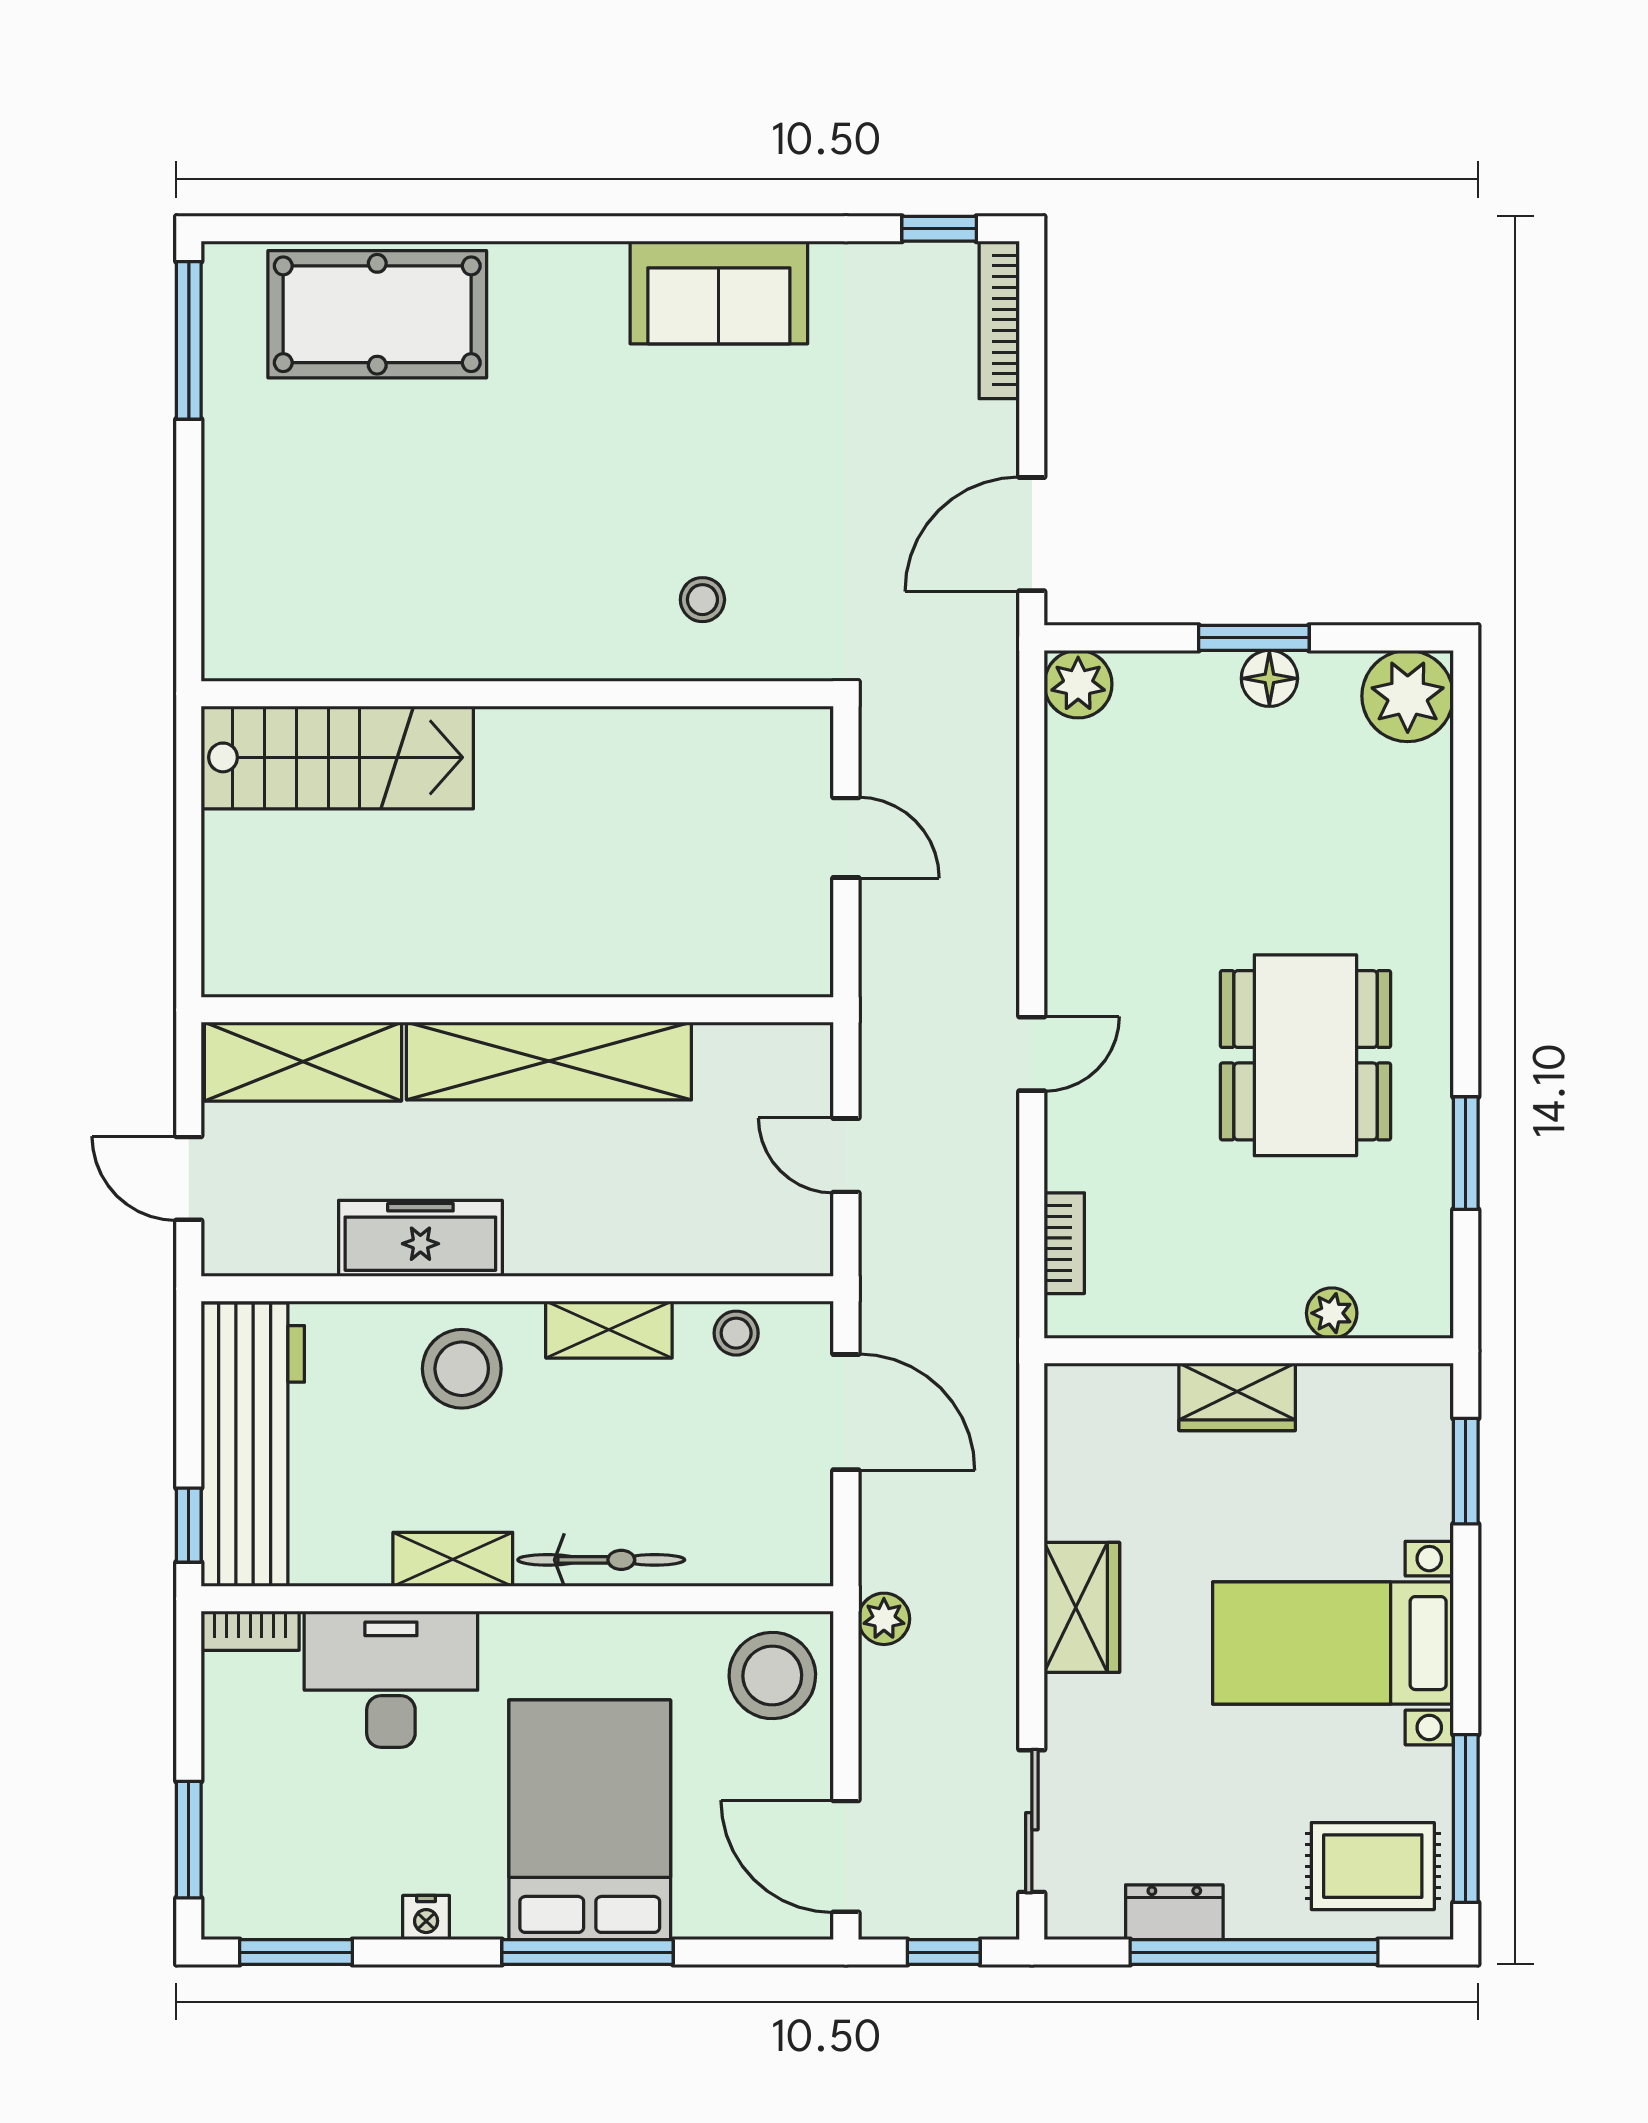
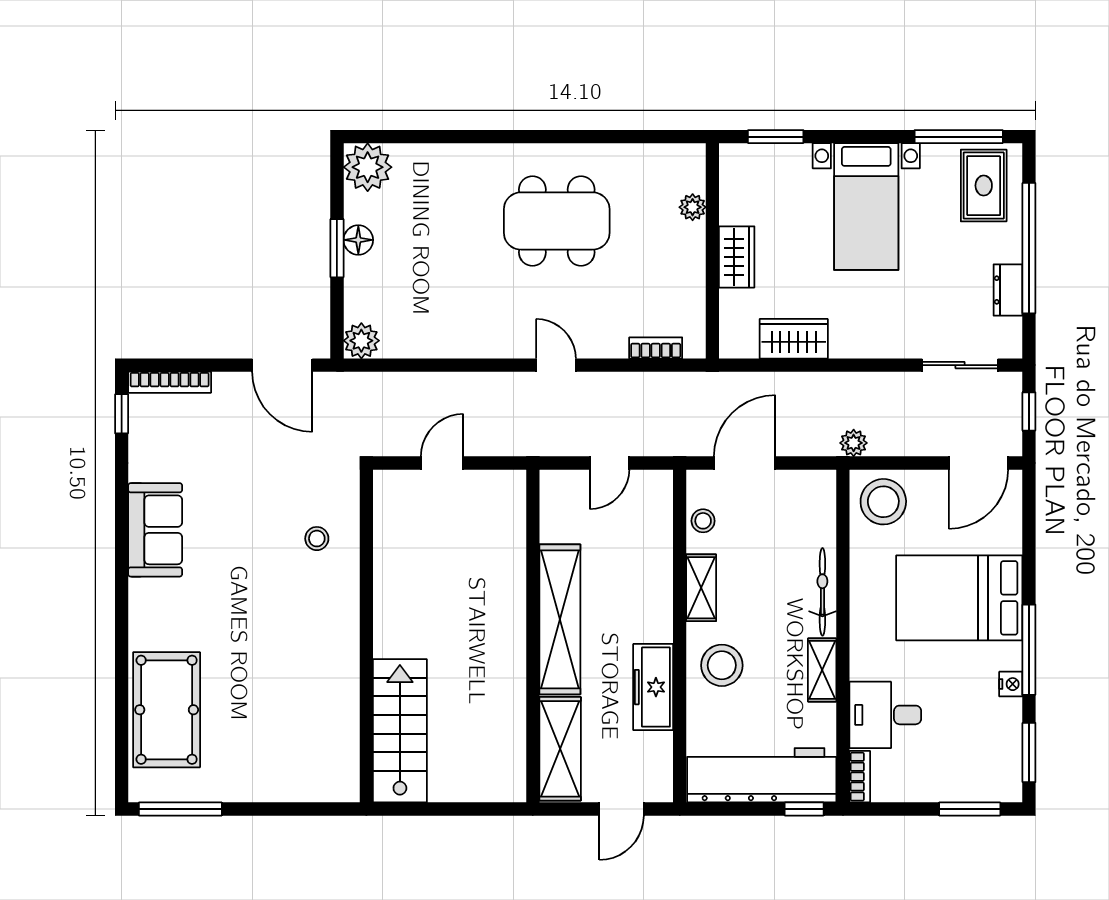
window: (1466, 1153) -> (608, 137), removed
wardrobe: (1082, 1607) -> (794, 339), moved
desk: (391, 1679) -> (885, 715), width x0.73
window: (587, 1952) -> (1029, 650), moved

